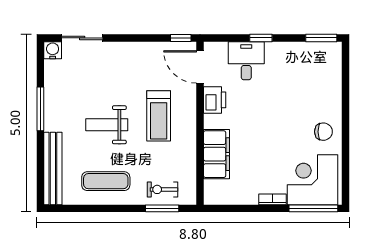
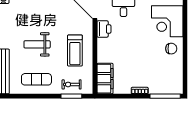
treadmill: (159, 116) -> (75, 50), moved
filing cabinet: (216, 154) -> (105, 79), moved
corner desk: (313, 180) -> (167, 21), moved, turned -90

